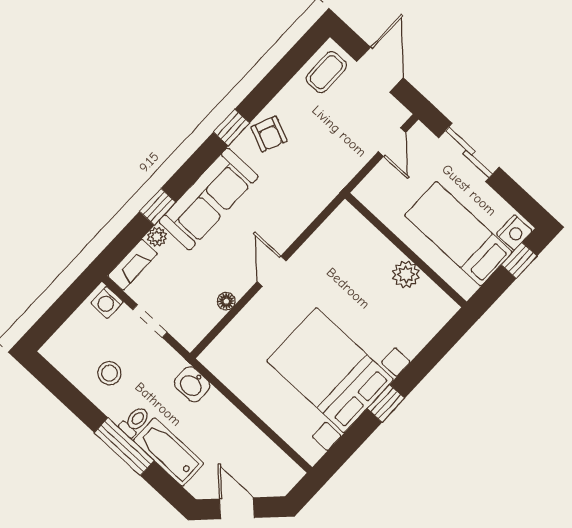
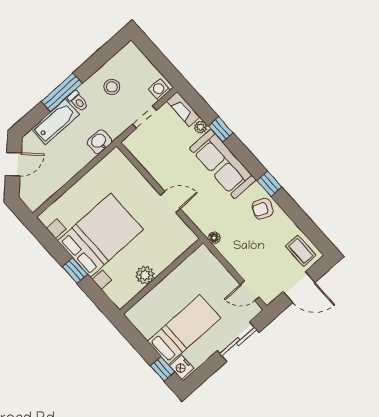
wall: (406, 250) -> (161, 276), moved
plant: (406, 274) -> (145, 275), moved
floor lamp: (226, 301) -> (214, 238), moved

